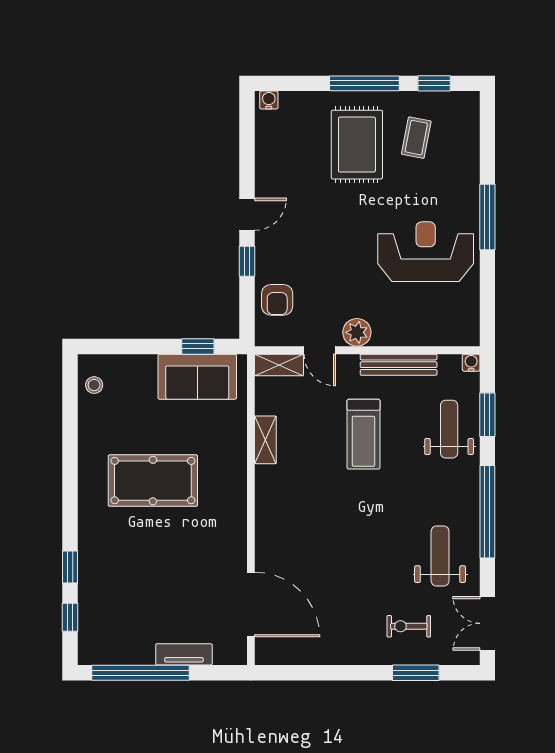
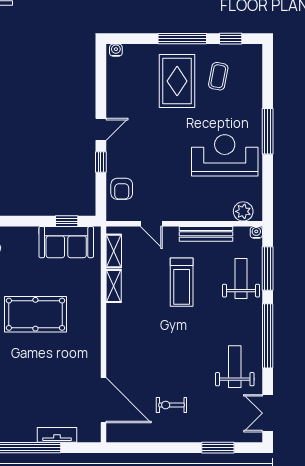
plant: (357, 332) -> (243, 211), moved
shelving: (279, 365) -> (114, 251), moved, turned 90
window: (487, 415) -> (268, 269), width x1.44
exercise bike: (409, 626) -> (171, 405), moved

